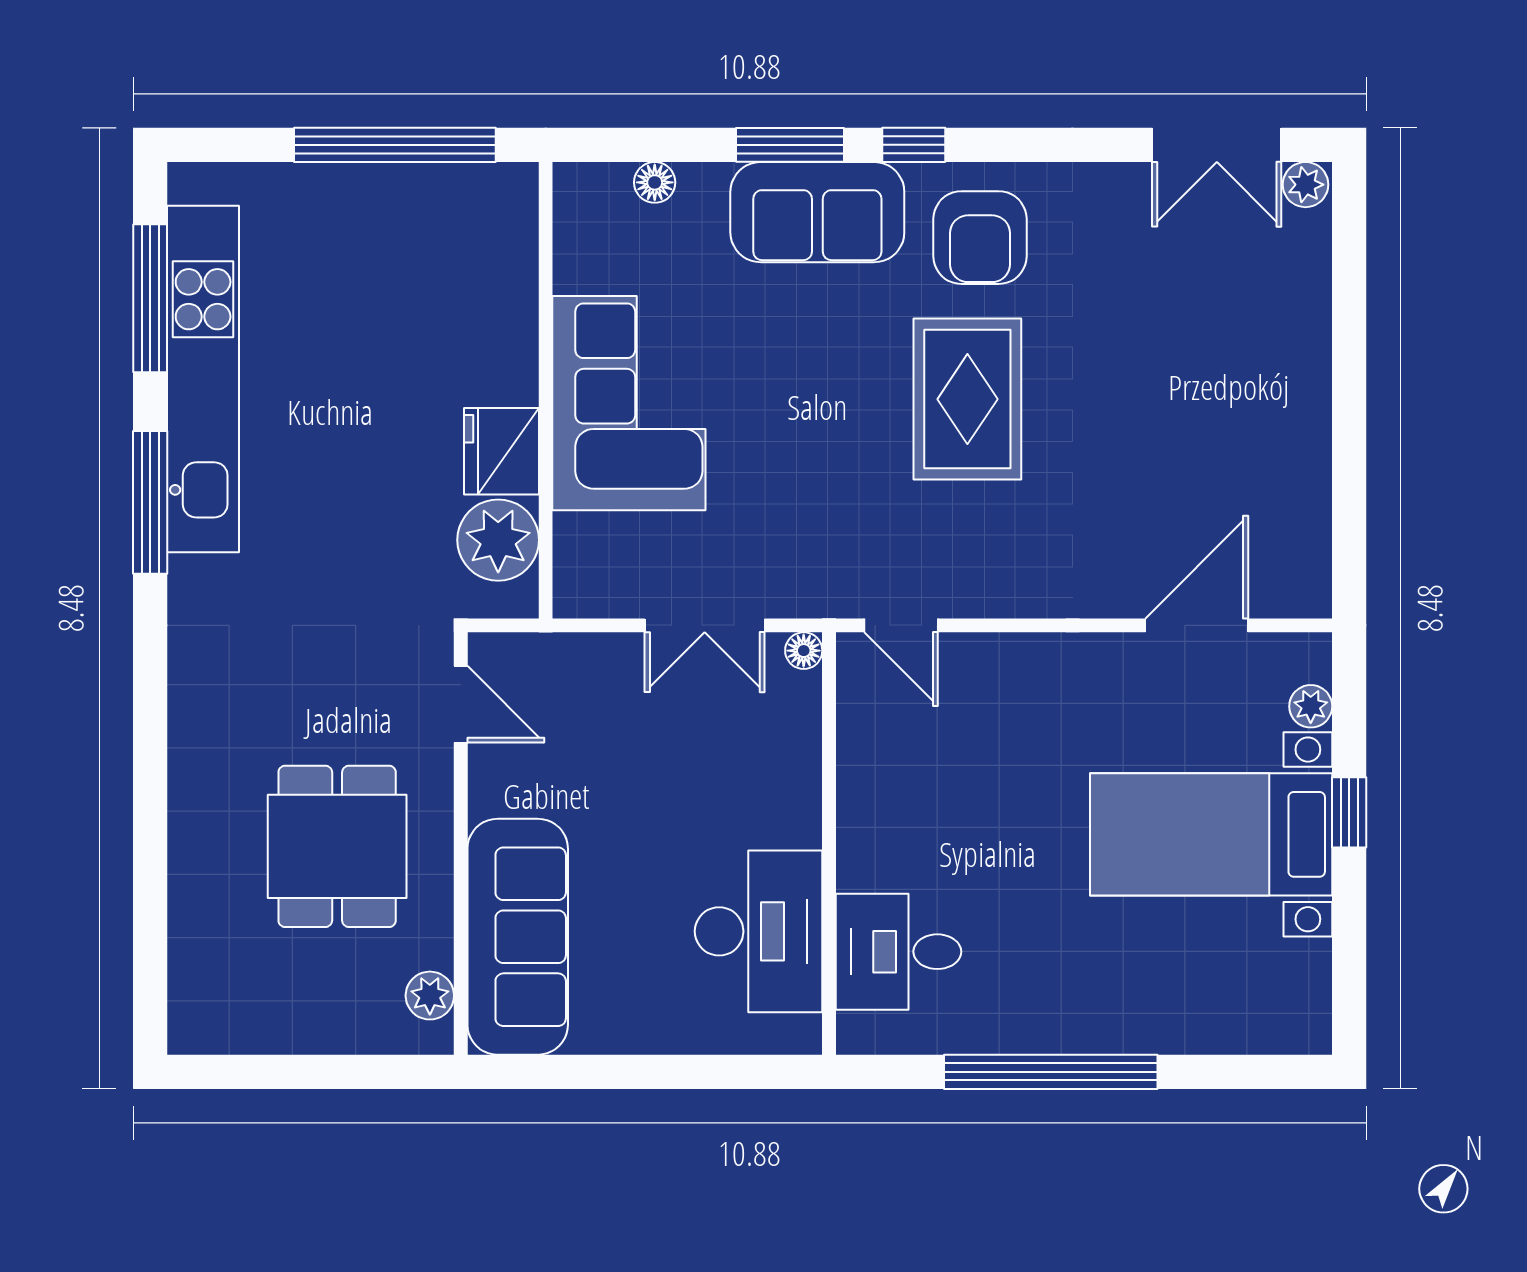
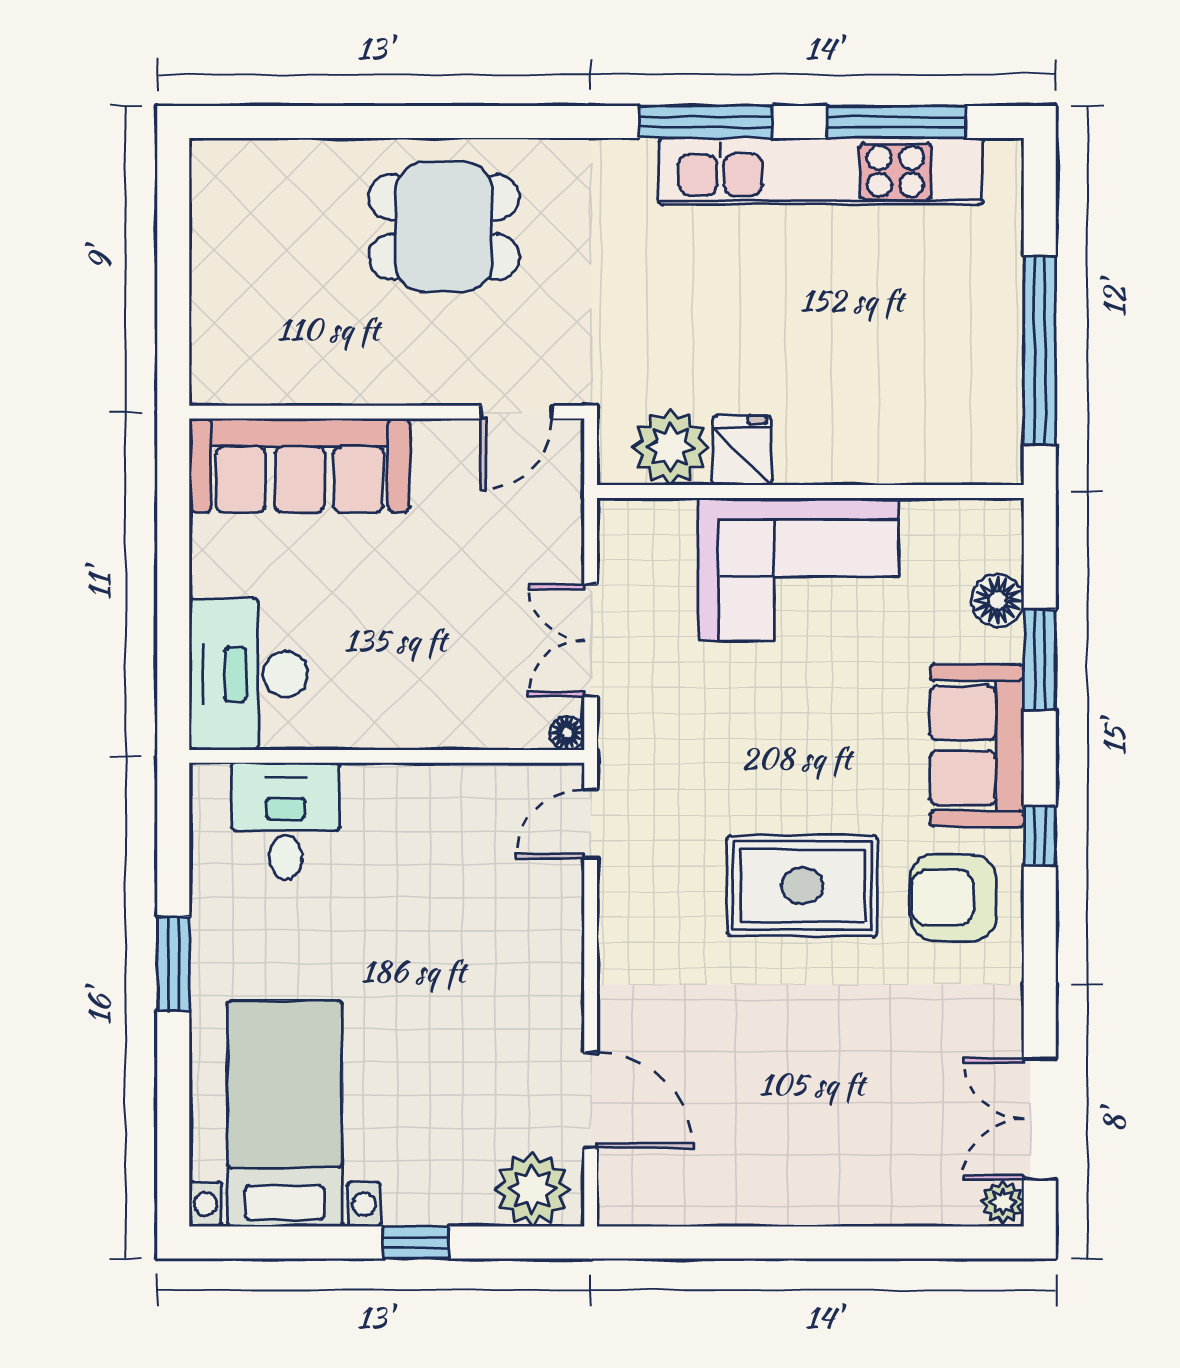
window: (790, 145) -> (1040, 660), moved
floor lamp: (655, 182) -> (998, 601), width x1.37, depth x1.37
fridge: (502, 451) -> (742, 450), width x0.72
plant: (1311, 706) -> (532, 1189), width x1.88, depth x1.88
bed with nightstands: (1211, 834) -> (285, 1114), moved
dining table: (337, 846) -> (444, 227), moved
desk: (759, 931) -> (249, 674), moved, turned 90
plant: (430, 996) -> (245, 383), removed
window: (1051, 1072) -> (173, 964), width x0.47

